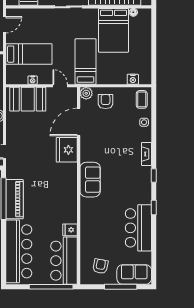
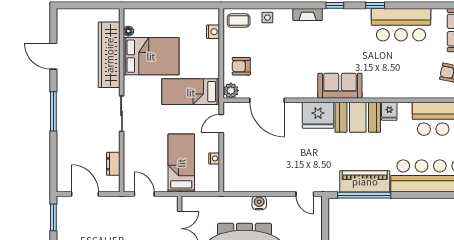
booth: (28, 99) -> (358, 117), moved, turned 90
fridge: (67, 150) -> (318, 115), moved
fridge: (70, 230) -> (389, 111), moved

